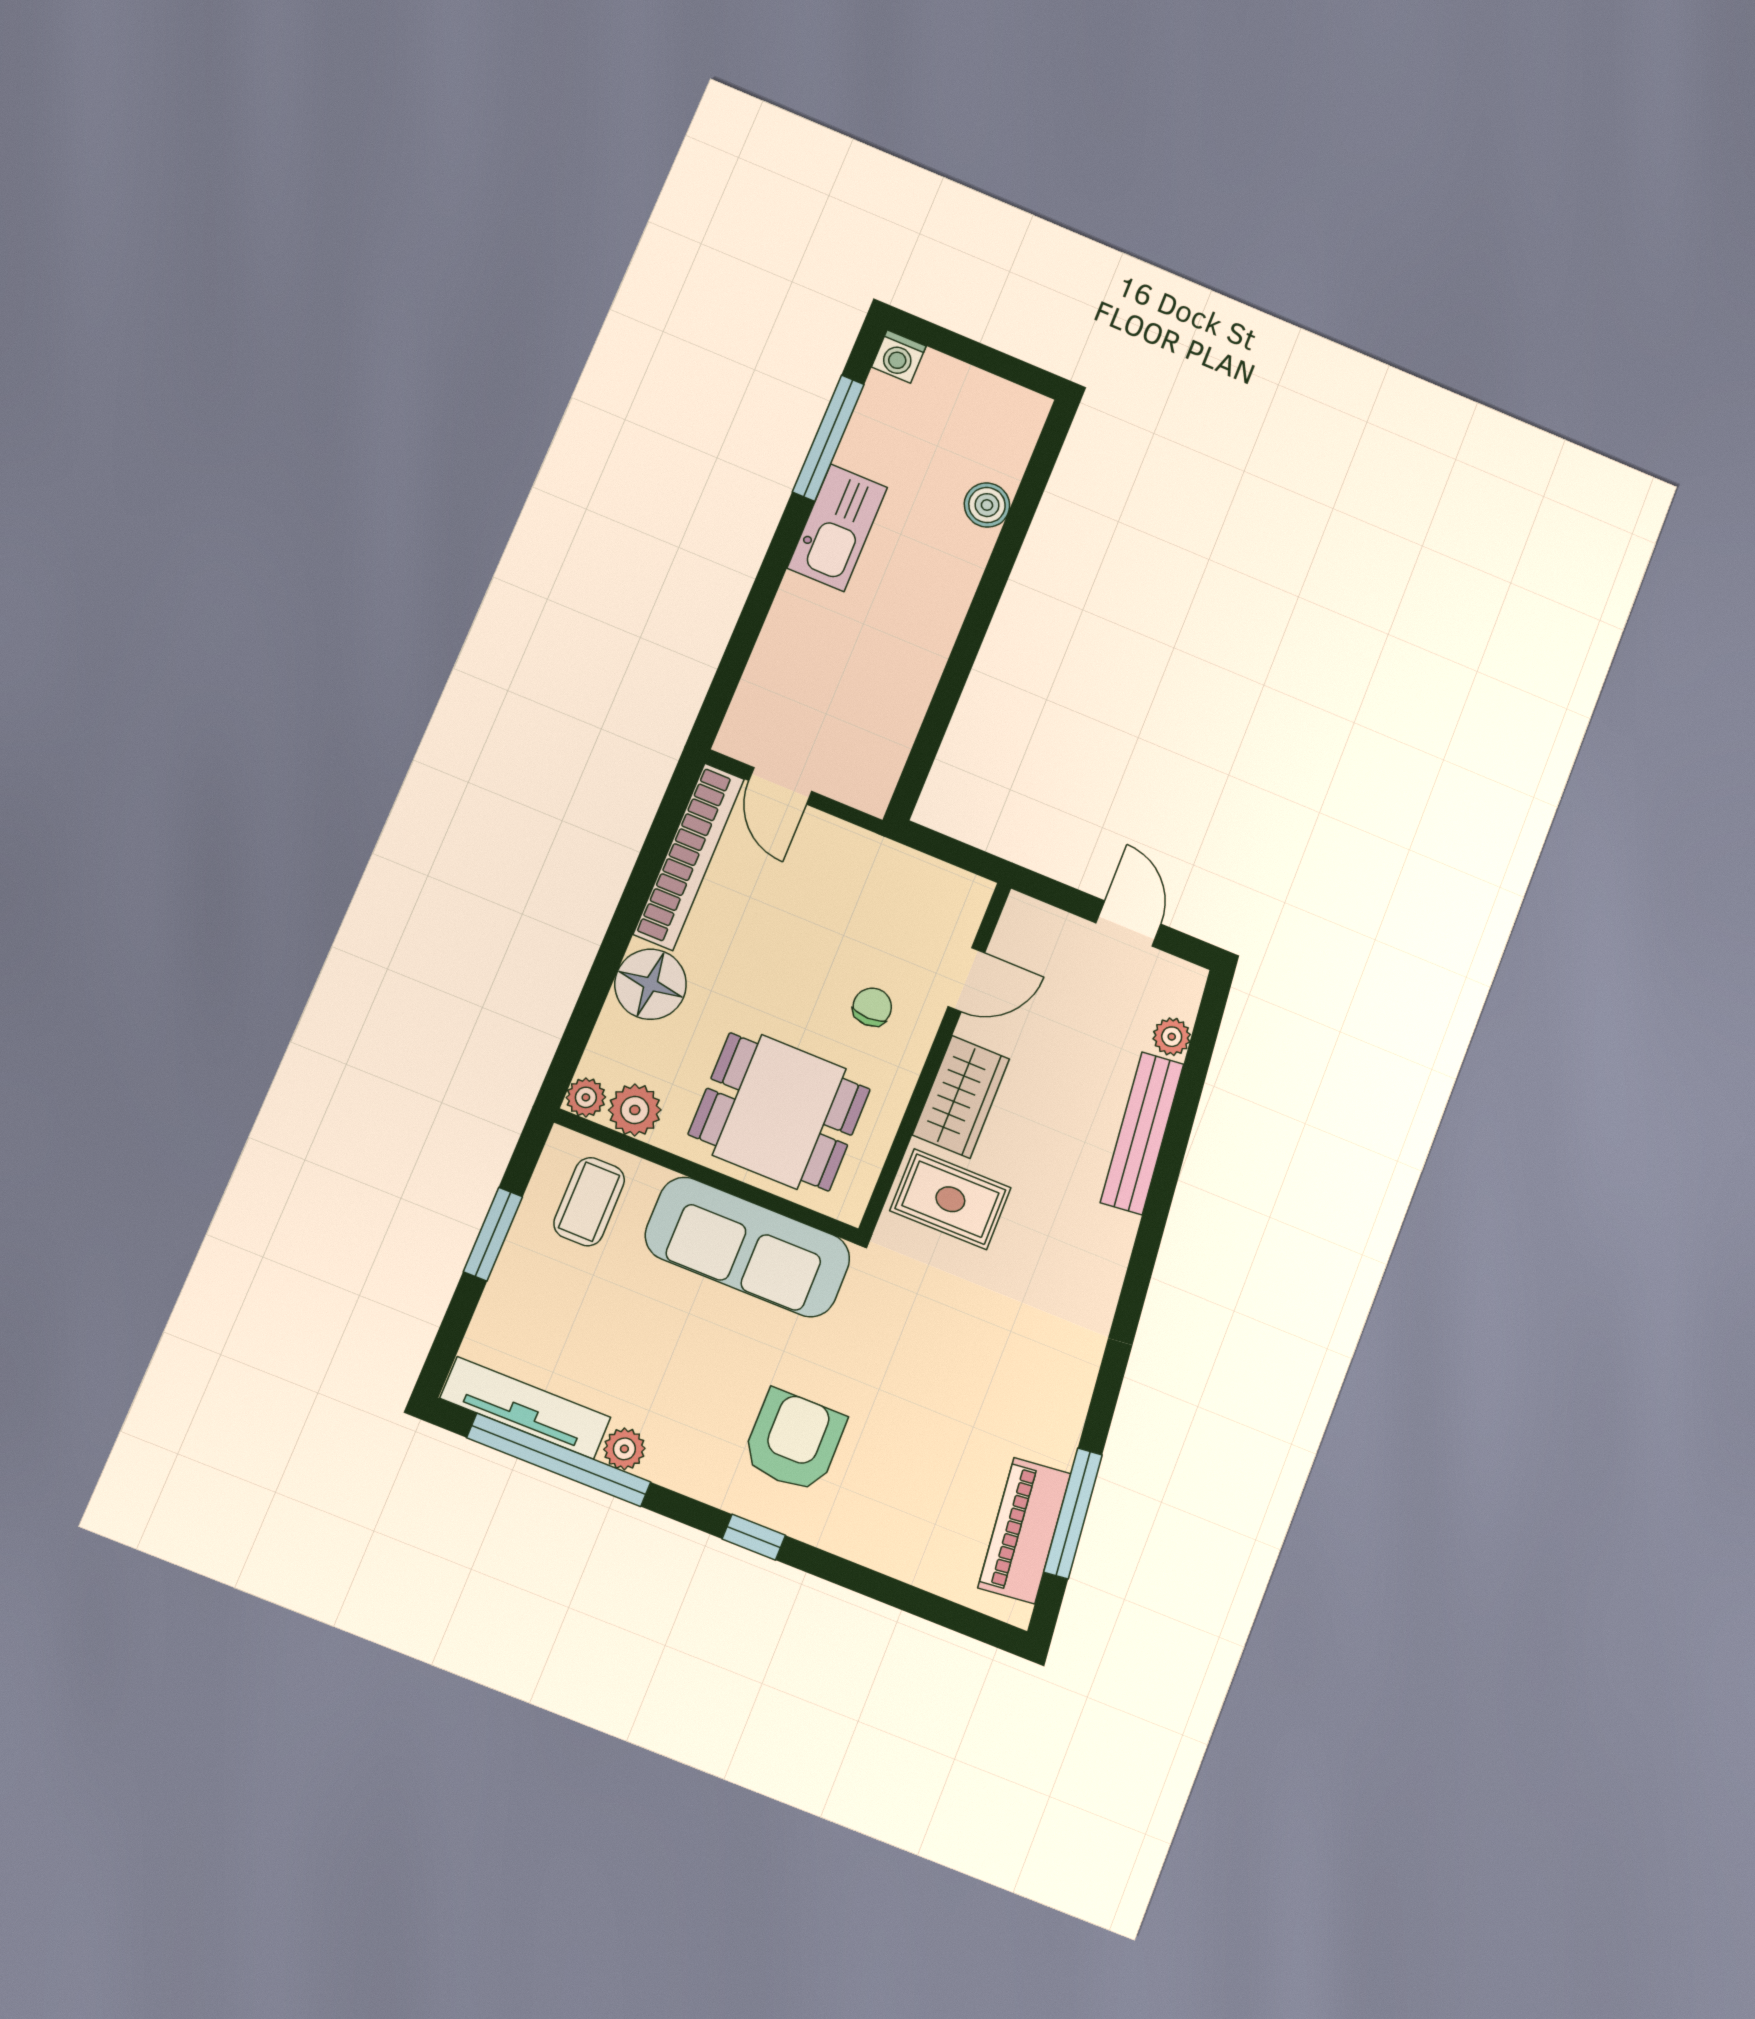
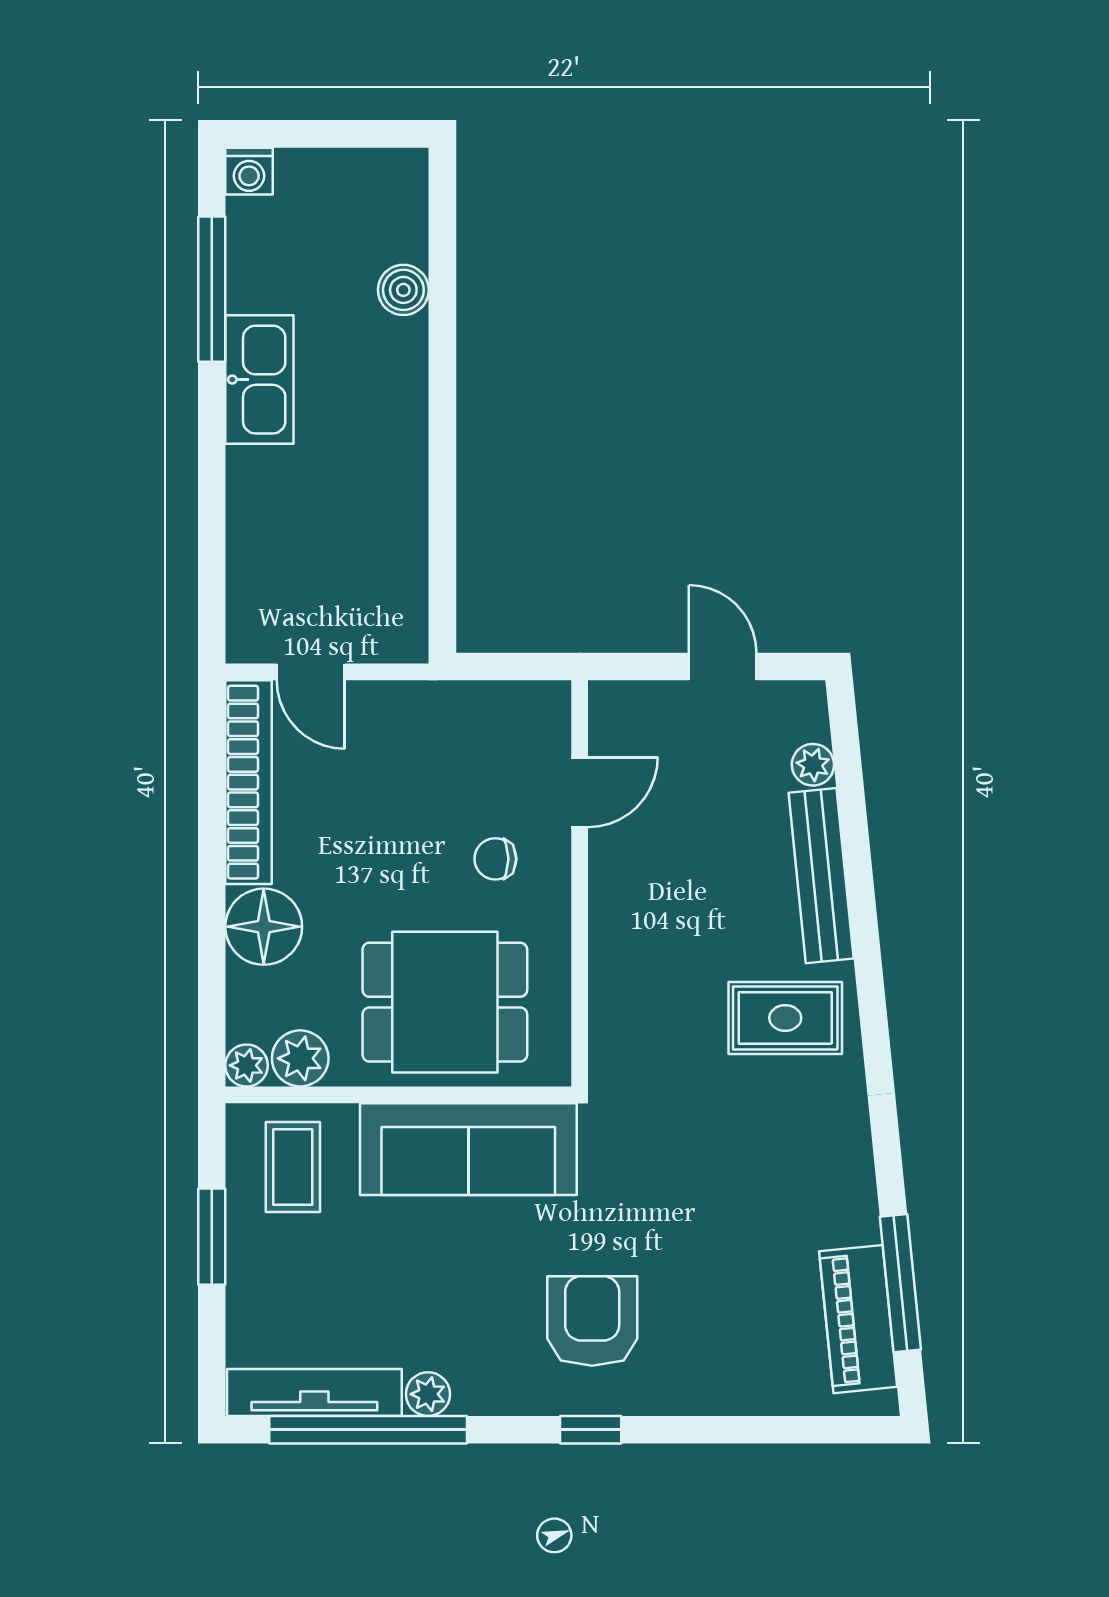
chair: (872, 1007) -> (495, 859), turned -90
wardrobe: (961, 1097) -> (622, 913), removed
rug: (950, 1199) -> (785, 1018), moved

